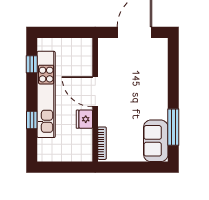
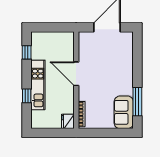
kitchen unit: (46, 94) -> (38, 85), width x0.73
fridge: (84, 119) -> (68, 121), moved

